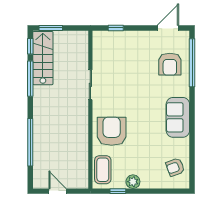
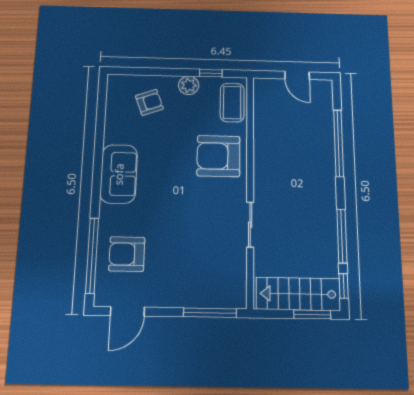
window: (116, 28) -> (210, 313), width x2.17
stairs: (43, 58) -> (298, 294), moved, turned 90
armchair: (170, 64) -> (127, 254), turned -90
armchair: (112, 131) -> (218, 156), turned 90
armchair: (175, 167) -> (149, 102), moved

